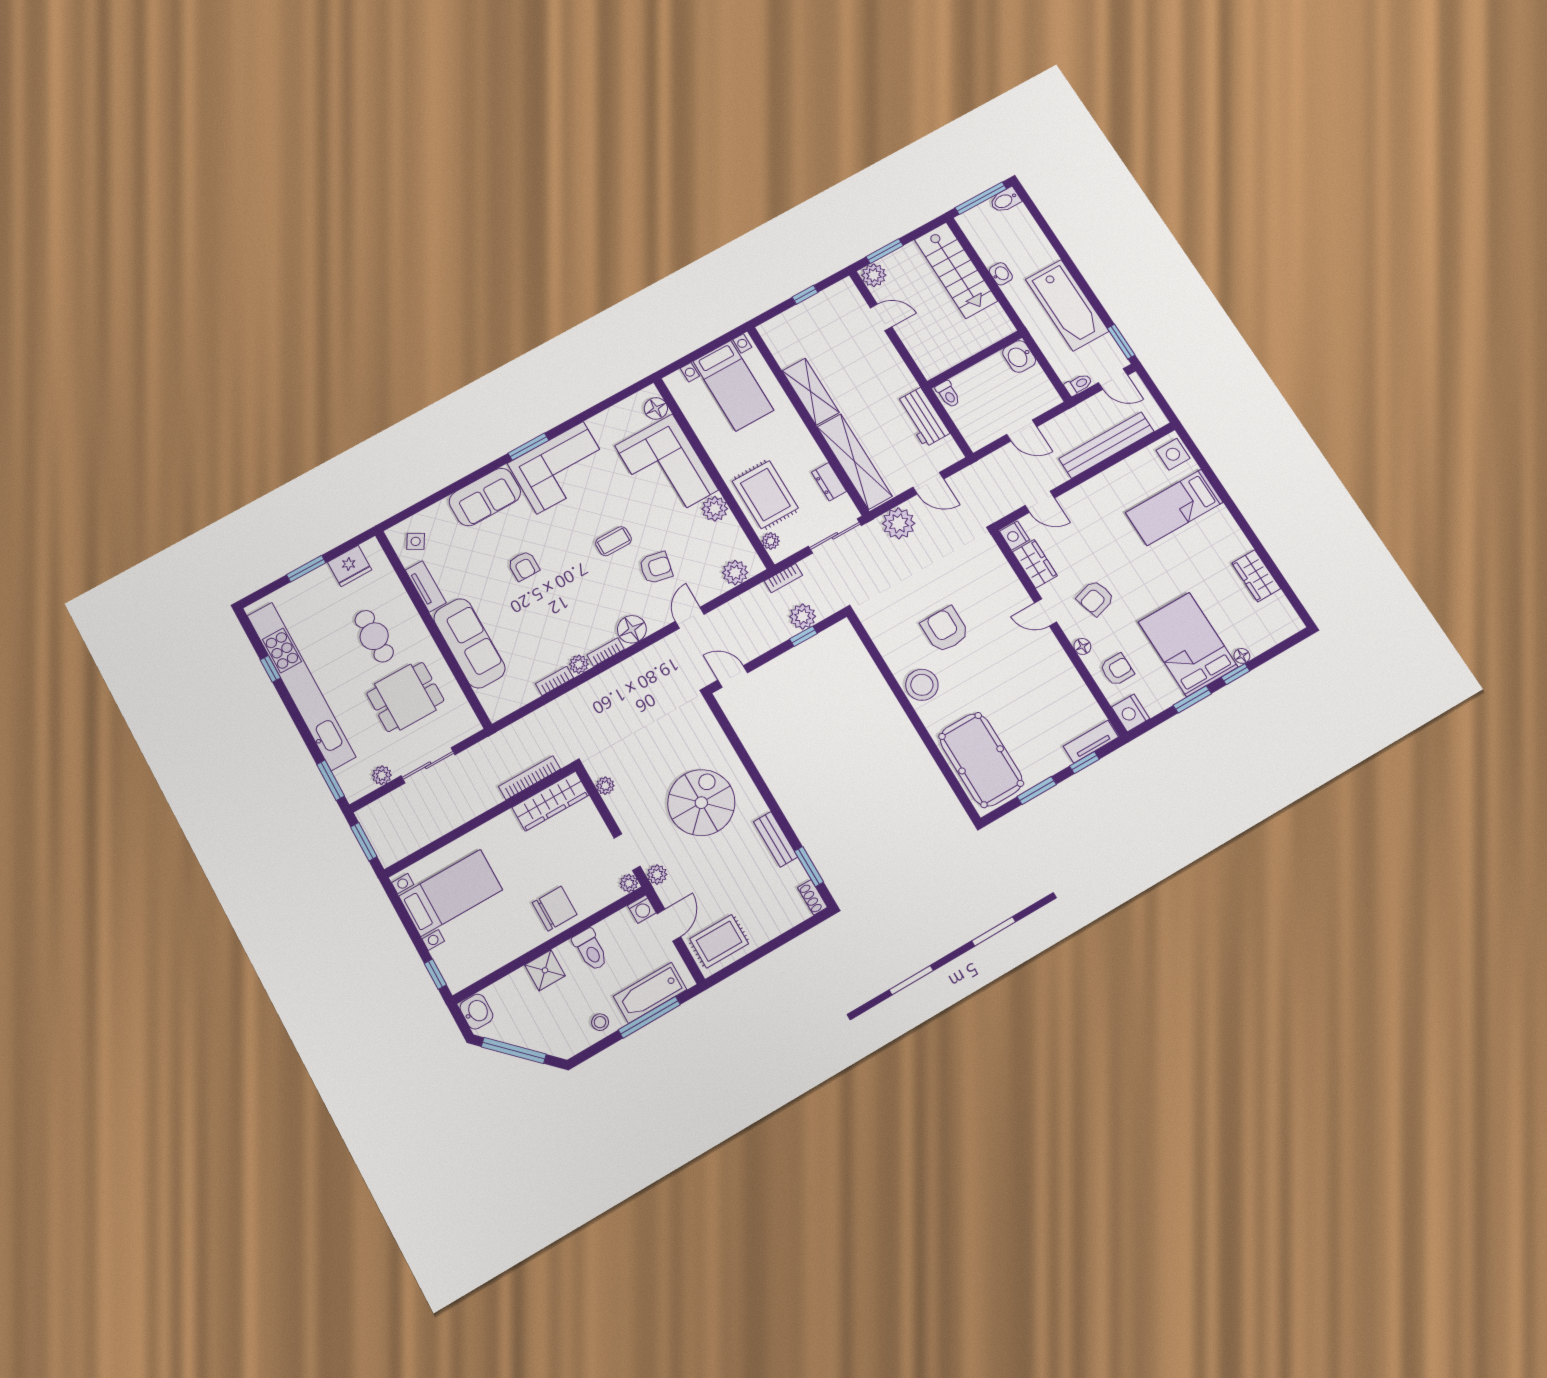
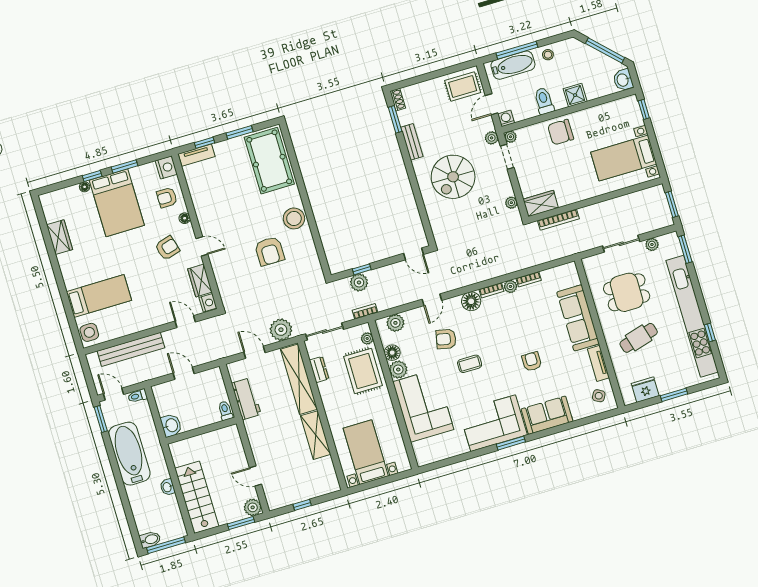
floor lamp: (656, 408) -> (392, 353), moved
cafe table: (374, 636) -> (639, 338), turned 74
wardrobe: (550, 801) -> (541, 203), width x0.67

